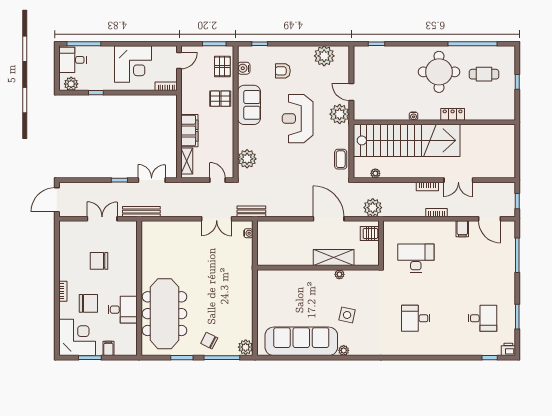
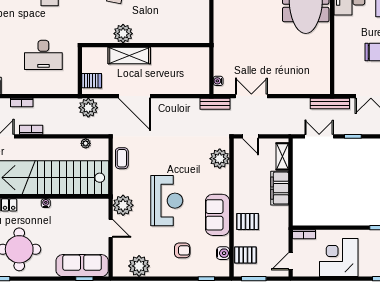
sofa: (379, 56) -> (82, 266), added
pallet: (222, 66) -> (245, 255), turned 90
double door: (152, 180) -> (319, 136), swing flipped
plant: (339, 274) -> (123, 34), width x1.88, depth x1.88

